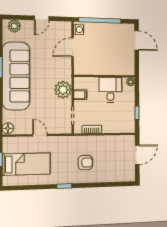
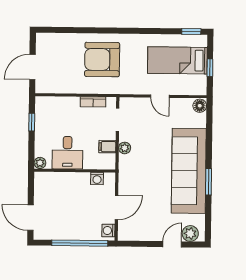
door: (42, 18) -> (172, 244), moved
washing machine: (88, 70) -> (97, 179), added
plant: (63, 90) -> (125, 148), width x0.53, depth x0.53
armchair: (85, 163) -> (102, 59), width x1.88, depth x1.88
window: (64, 186) -> (191, 31), moved

